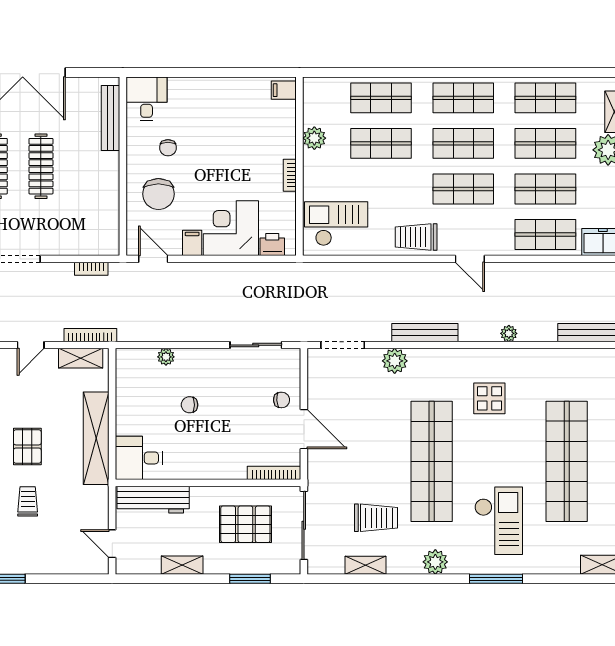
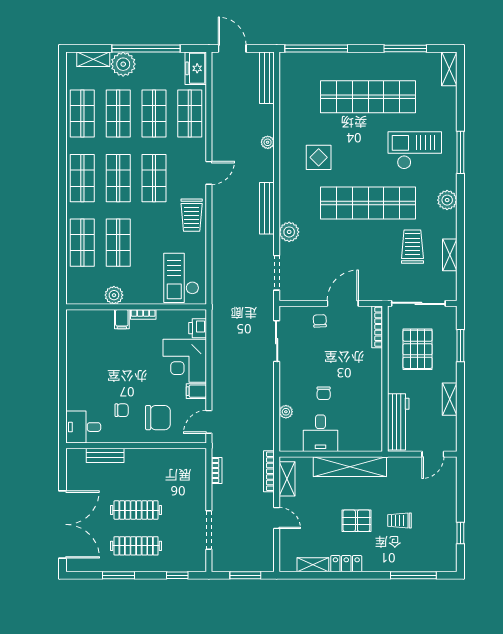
filing cabinet: (284, 90) -> (122, 319), moved
bench: (110, 118) -> (105, 455), width x0.73
desk: (139, 458) -> (320, 433), moved

